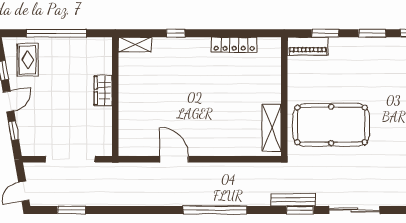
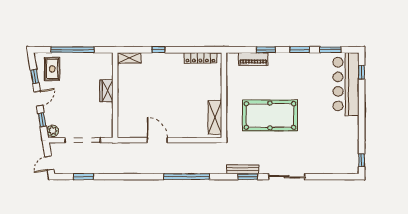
wall: (284, 97) -> (224, 95), moved
shelving: (272, 128) -> (215, 117), moved
plant: (28, 146) -> (53, 131), added

